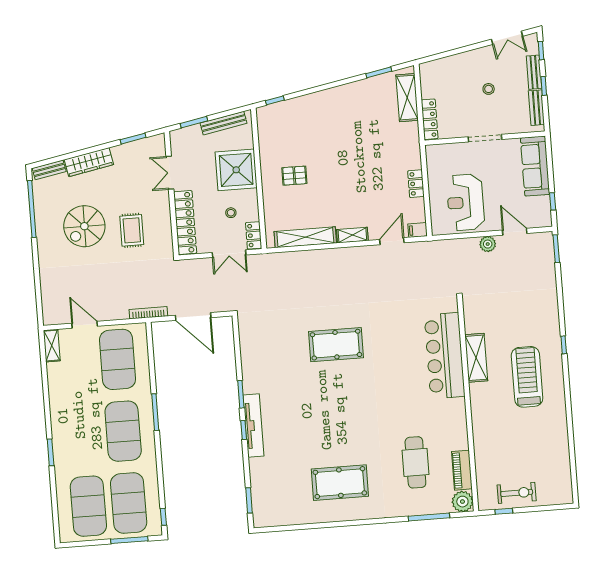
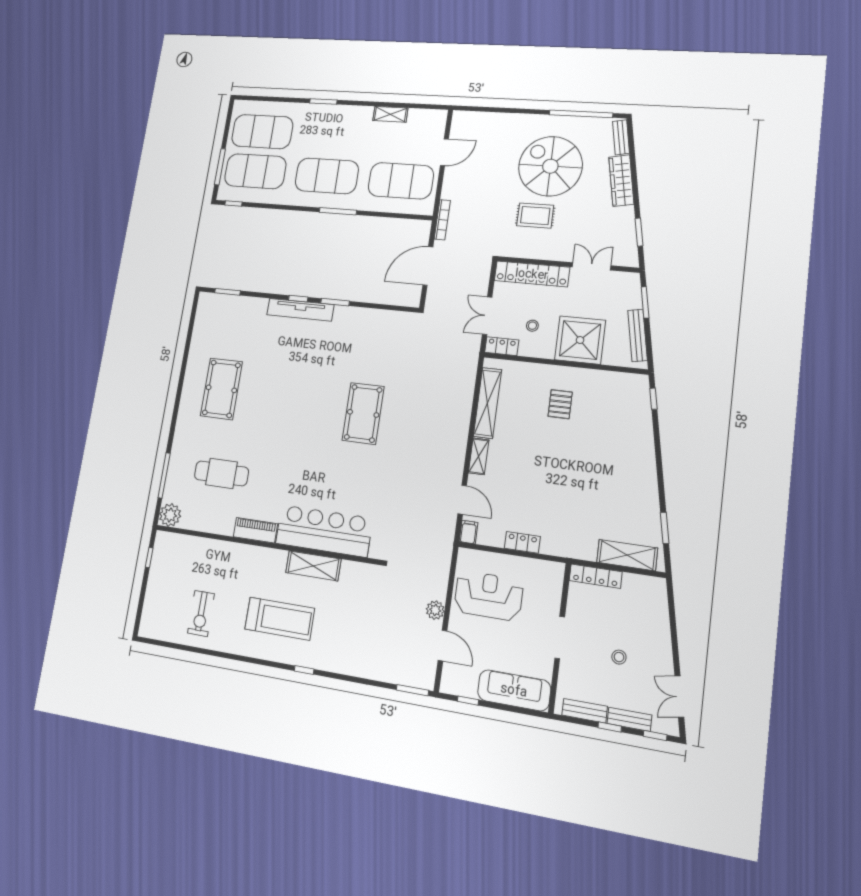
spiral stairs: (84, 226) -> (550, 166), width x1.37, depth x1.37
door: (515, 232) -> (442, 646), hinge flipped
shelving: (52, 346) -> (390, 114), moved
piano: (462, 470) -> (255, 530), moved
exercise bike: (517, 493) -> (201, 613), moved

